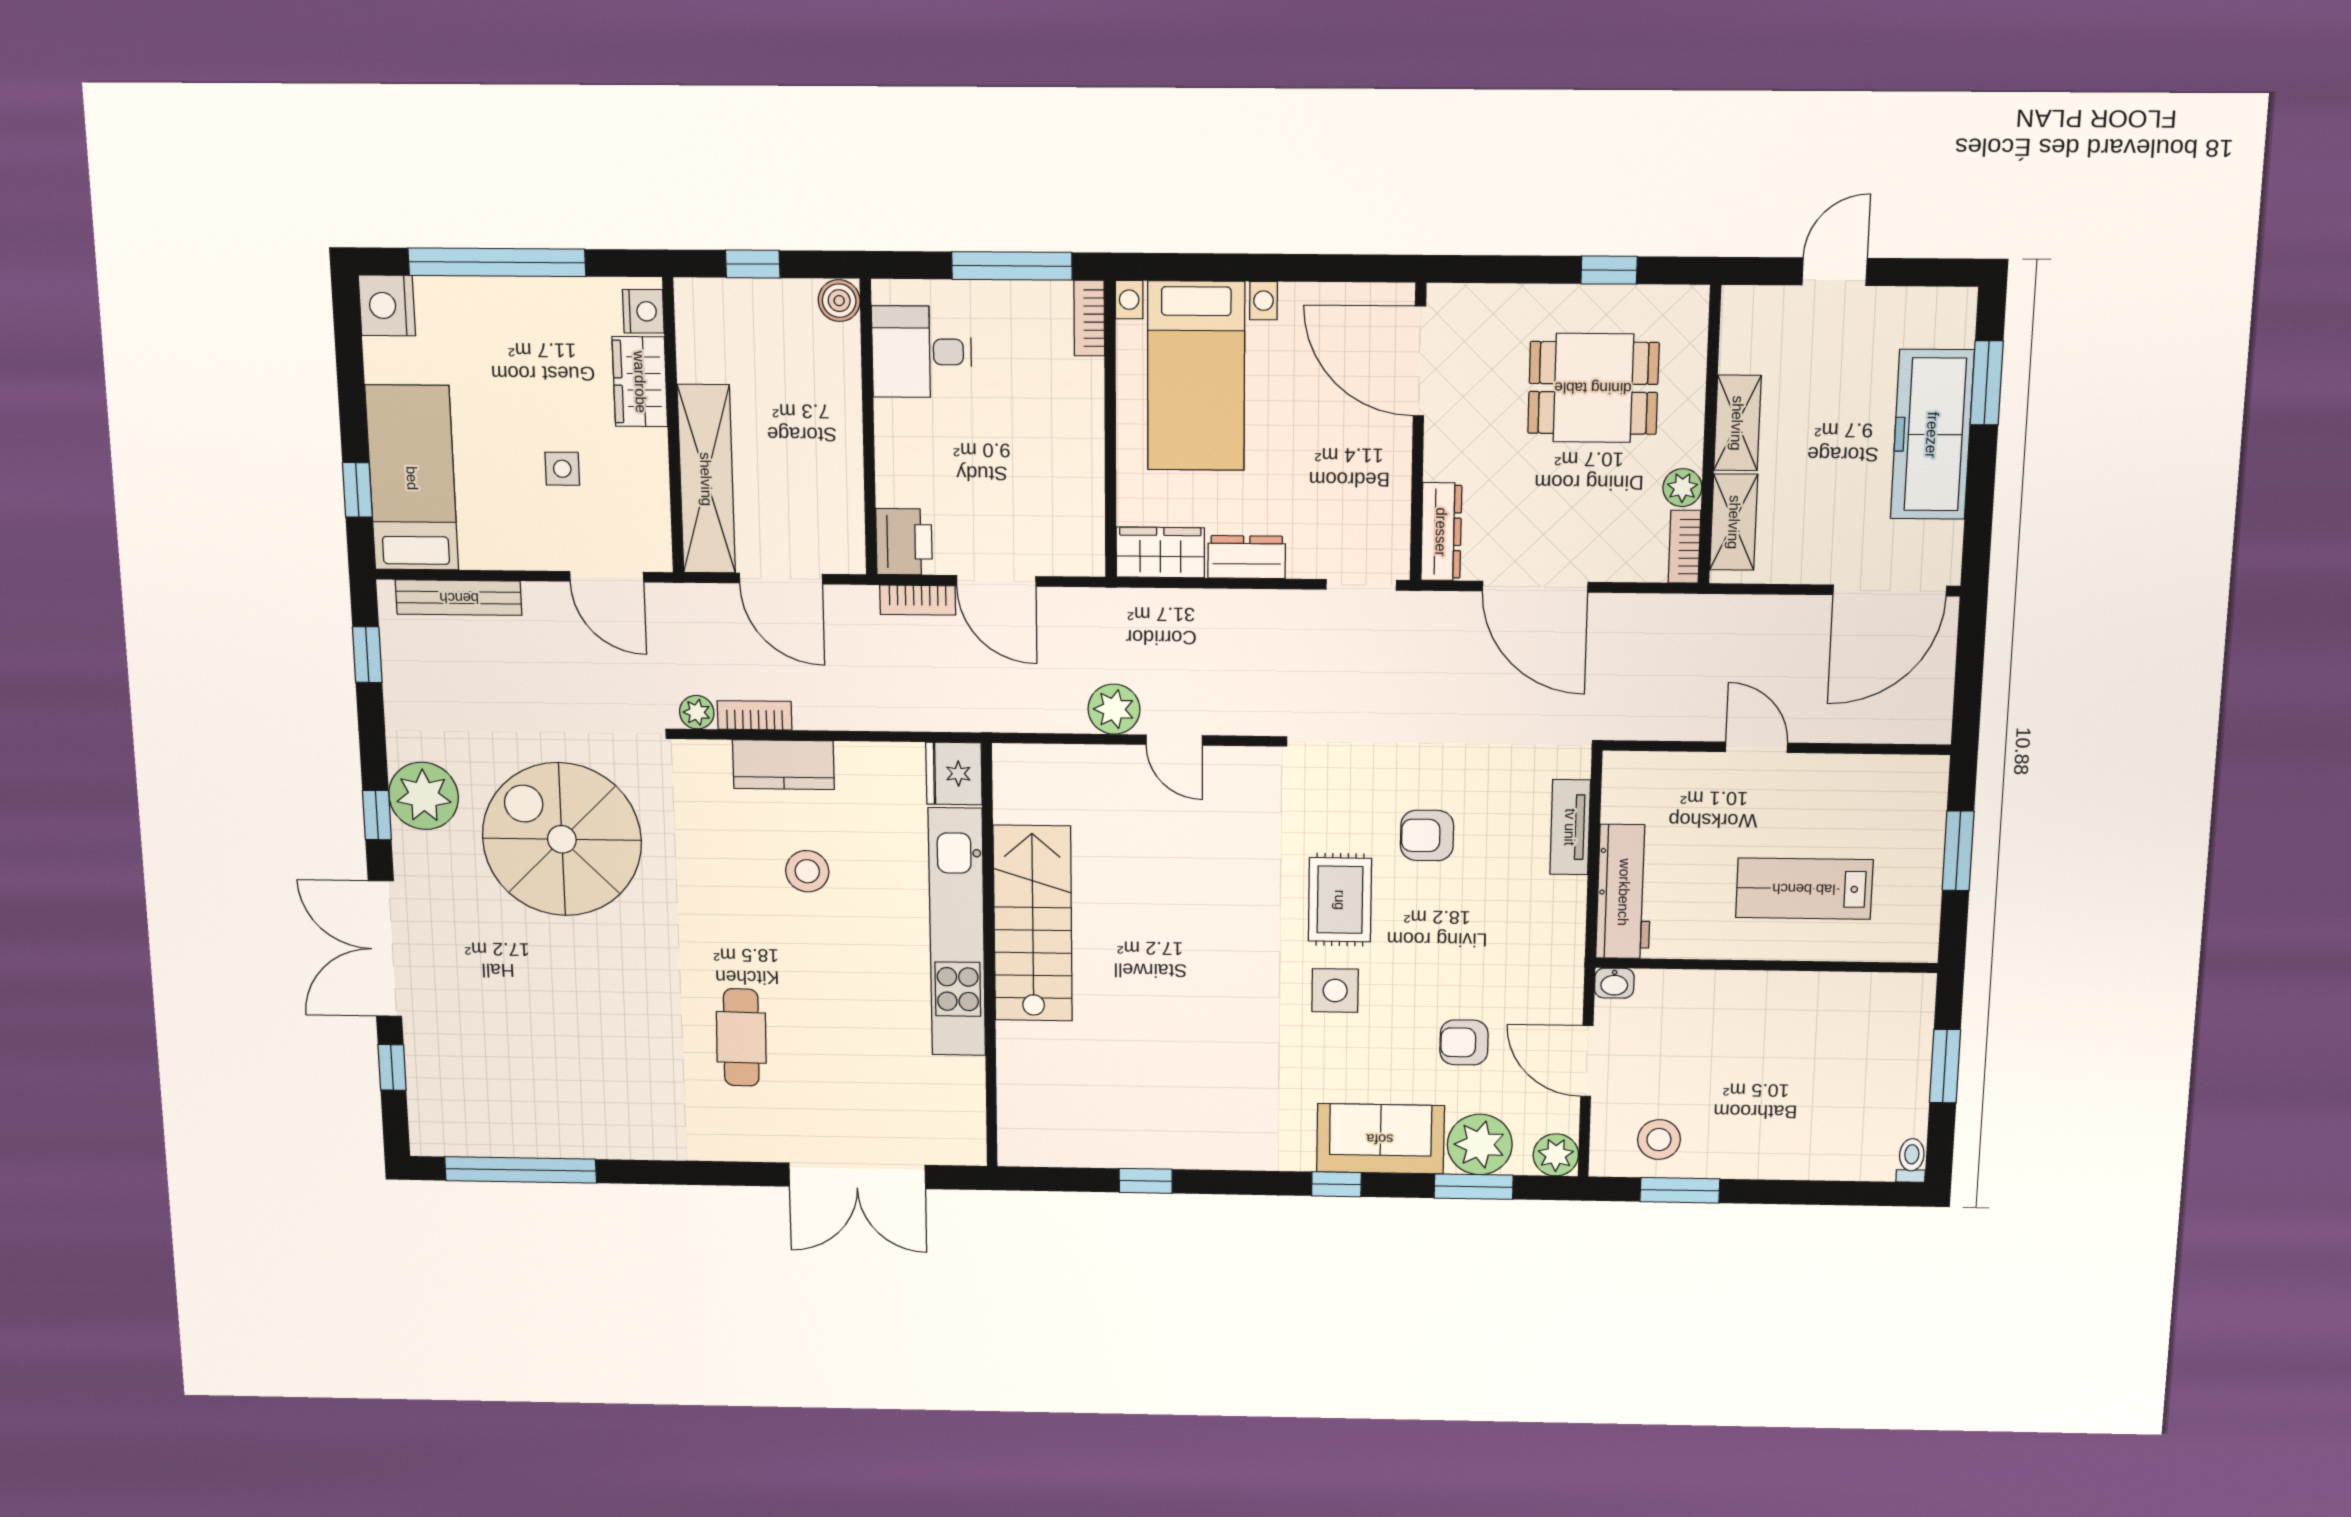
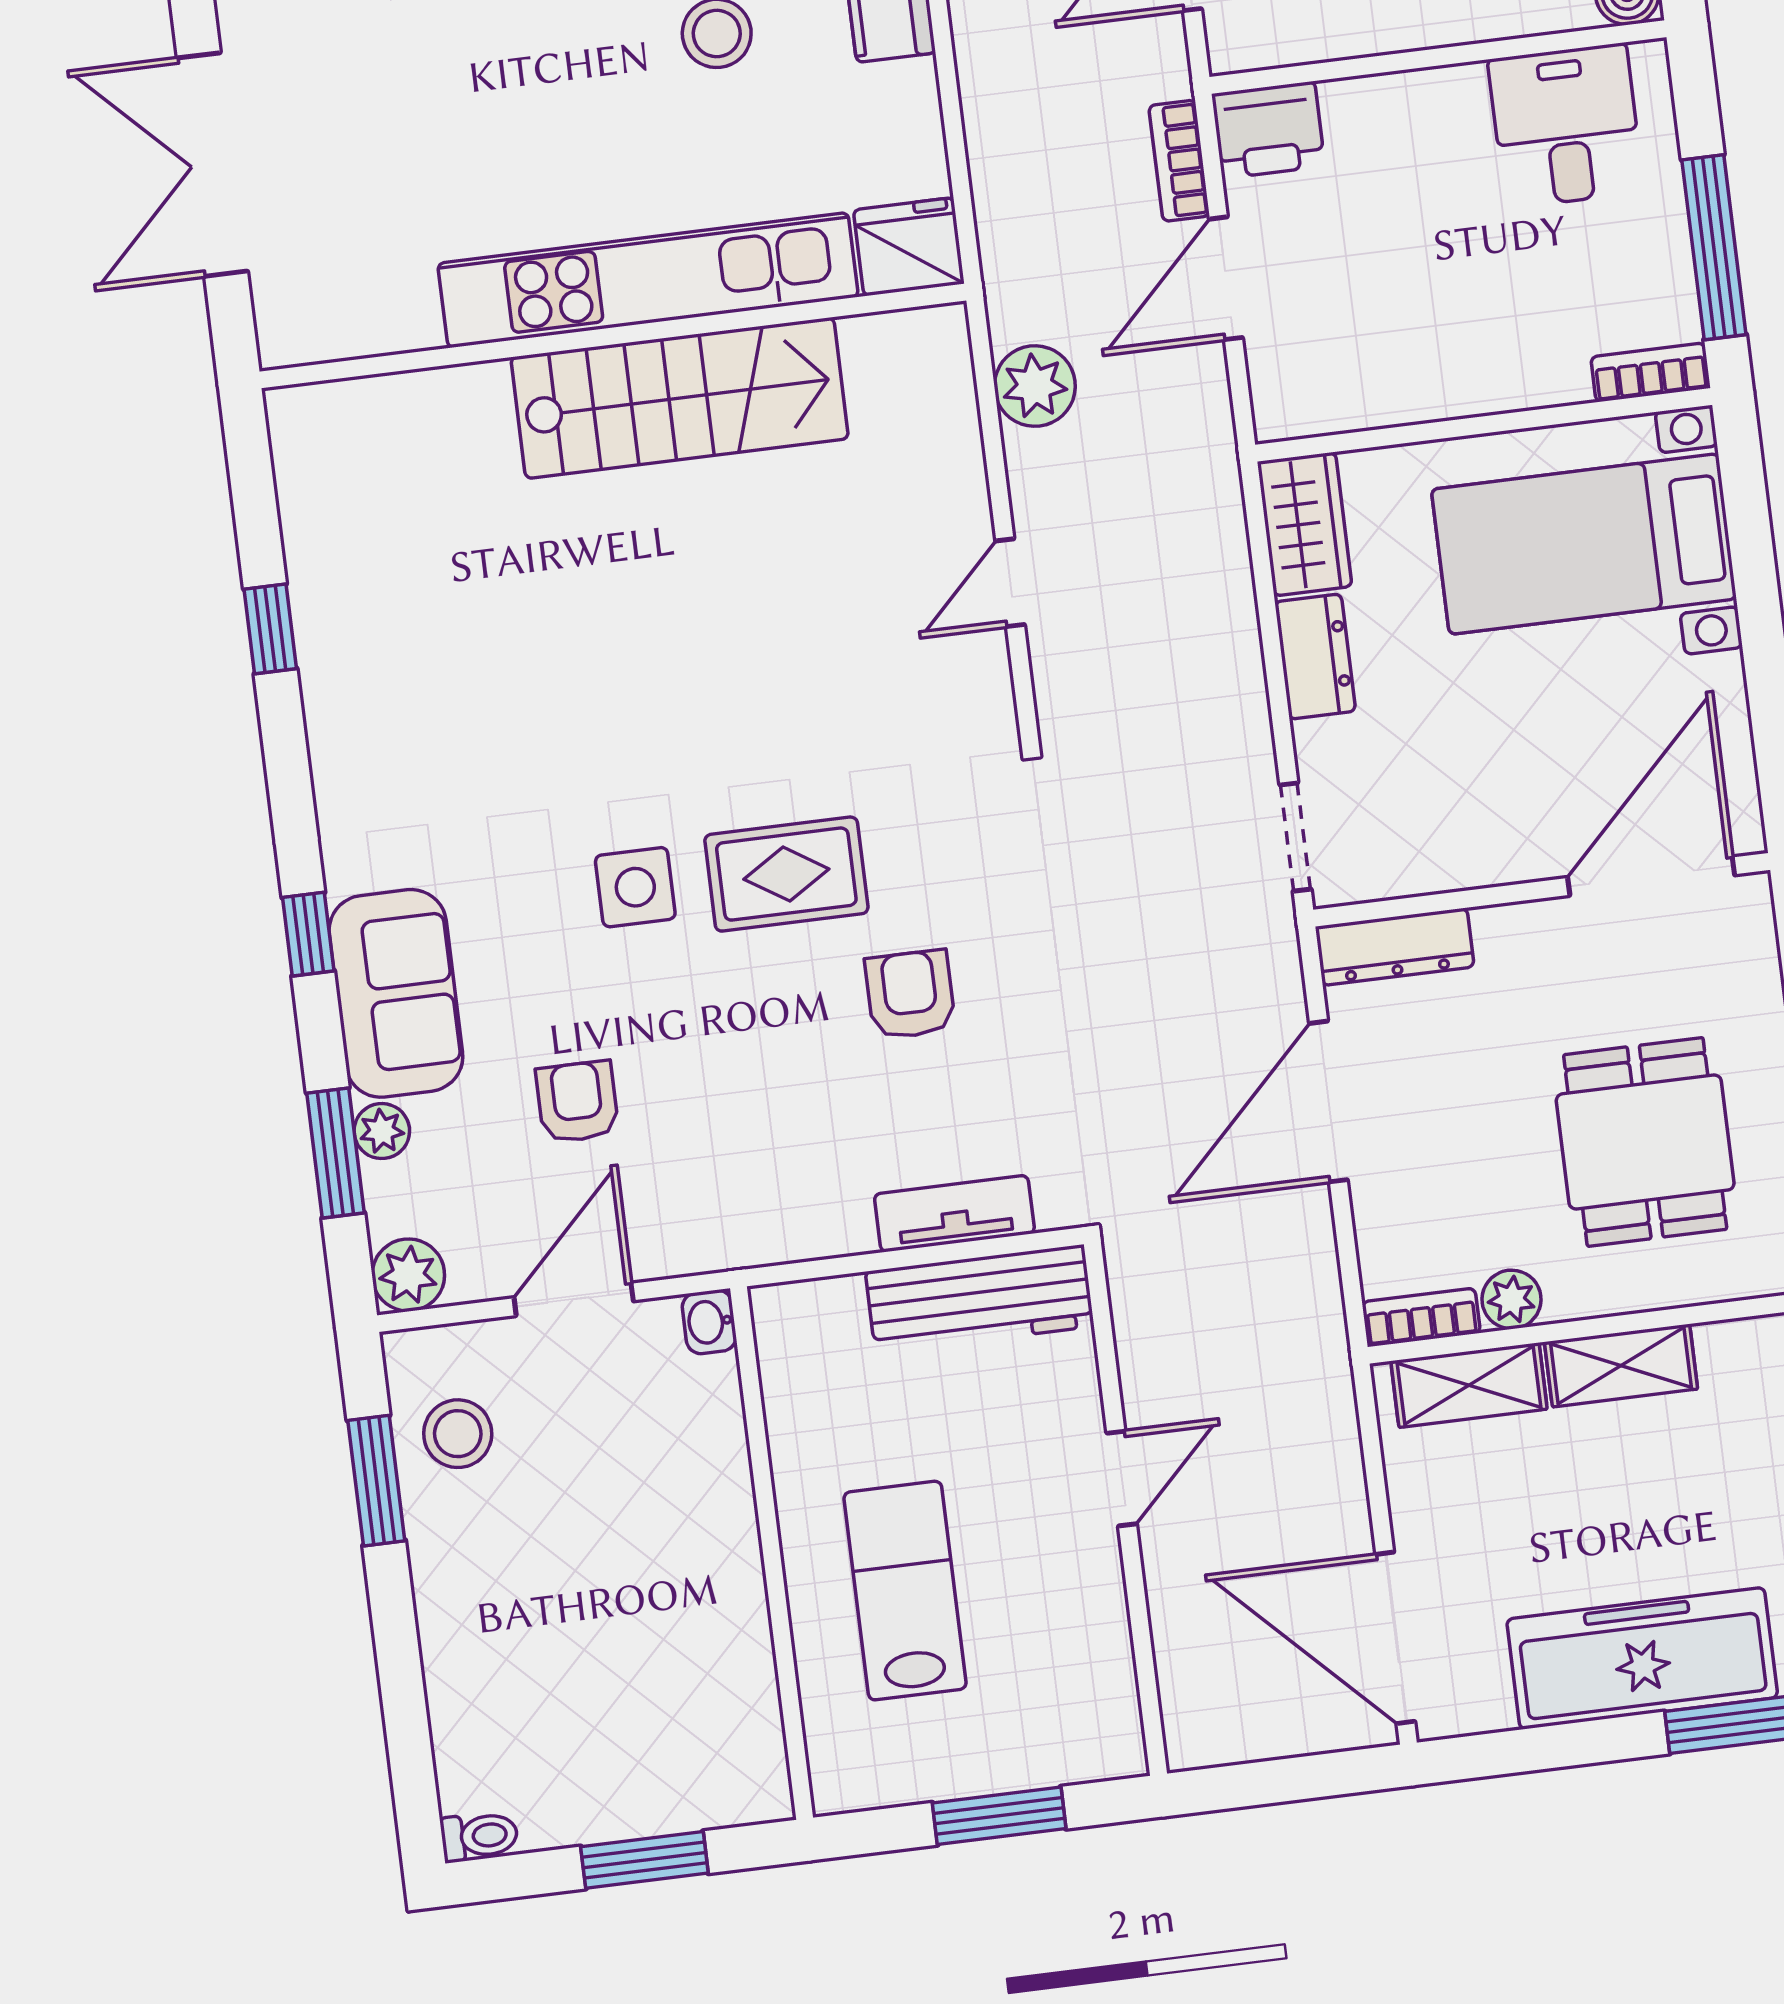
plant: (1114, 709) -> (1035, 386), moved
workbench: (1624, 892) -> (980, 1299), moved
plant: (1480, 1144) -> (382, 1131), width x0.53, depth x0.53

